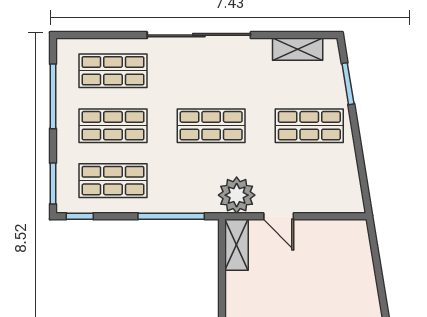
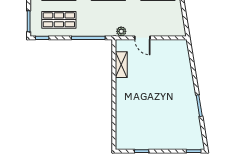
plant: (237, 195) -> (121, 31), width x0.53, depth x0.53
shelving: (236, 245) -> (121, 65), moved

